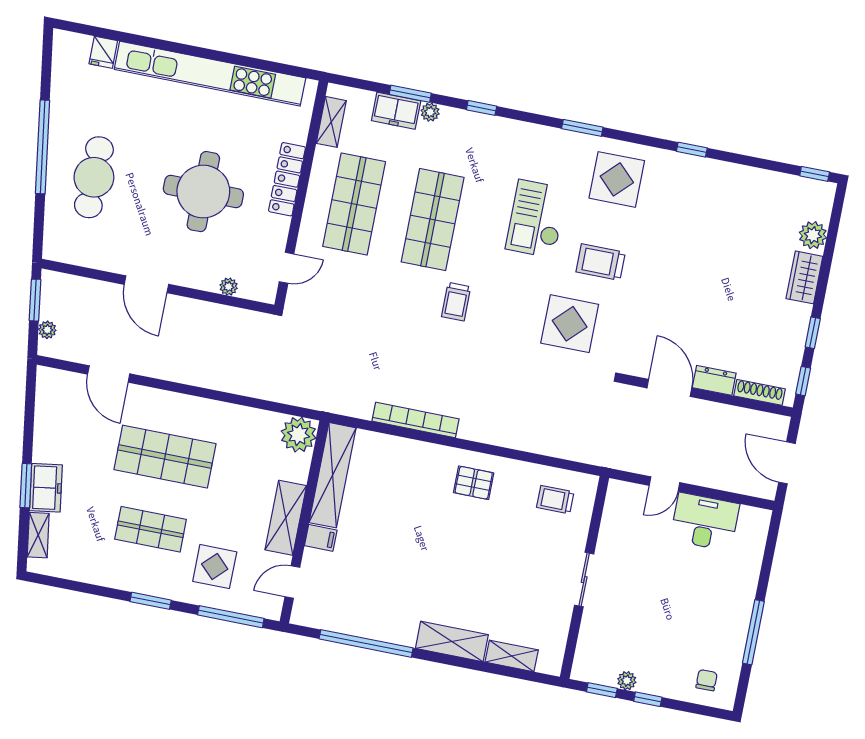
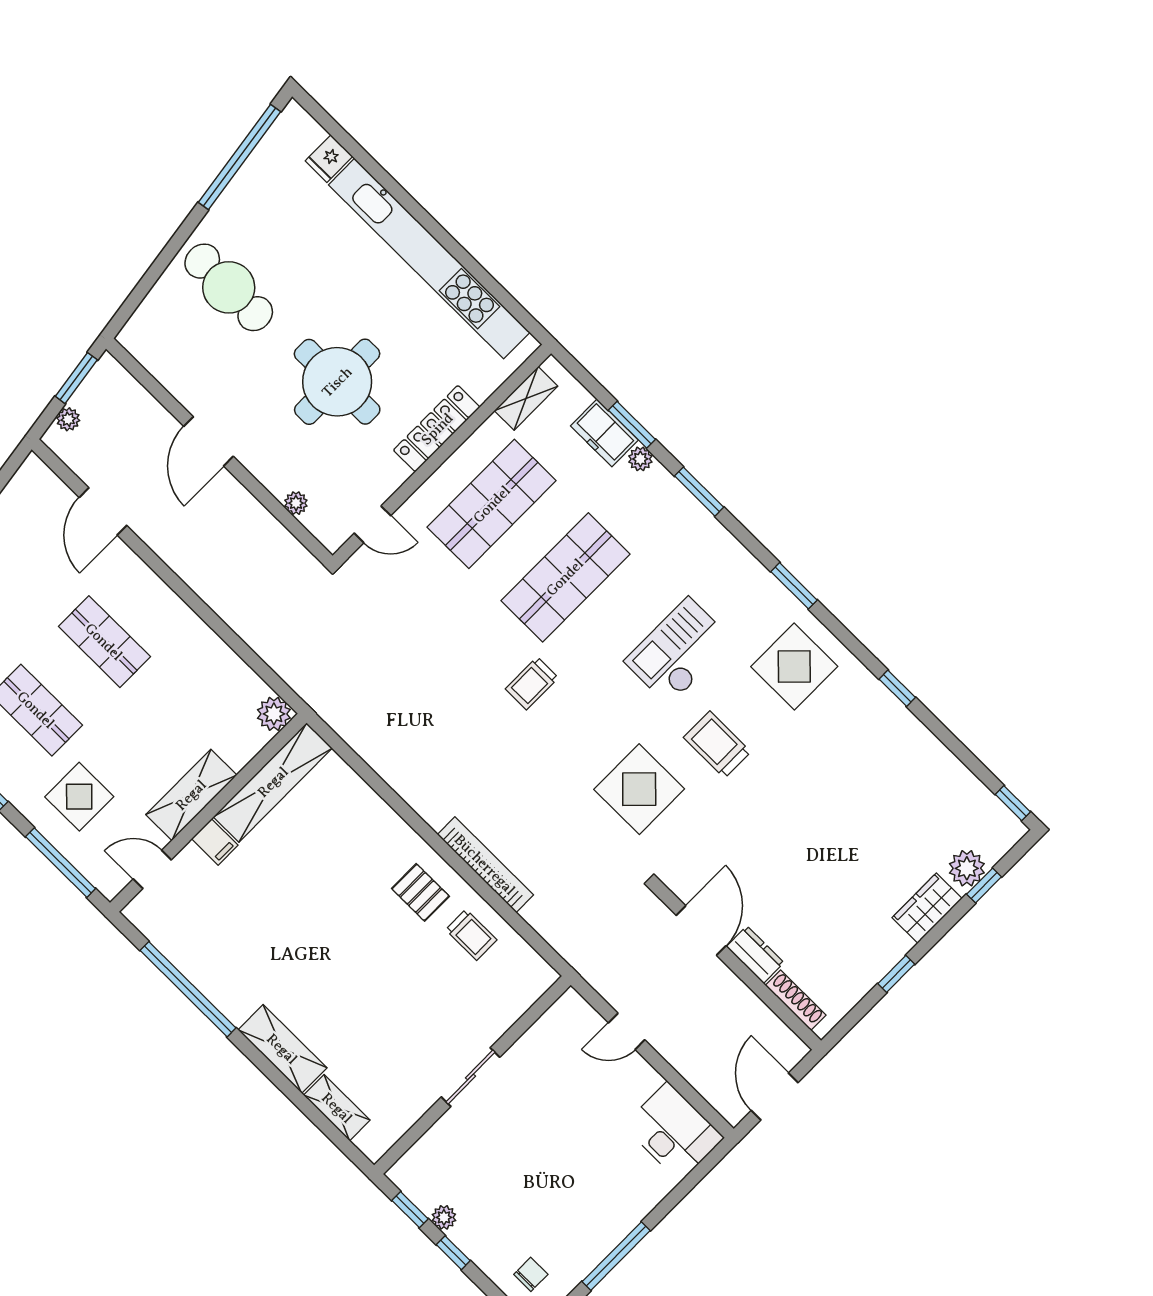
window: (482, 108) -> (699, 492), width x1.50
window: (43, 147) -> (240, 157), moved
cafe table: (94, 177) -> (229, 287), turned 90
window: (803, 381) -> (984, 886), moved
bookcase: (415, 420) -> (485, 865), moved
plant: (298, 435) -> (274, 714), width x0.73, depth x0.73
shop shelf: (165, 457) -> (104, 642), width x0.70, depth x0.74
trolley: (555, 500) -> (471, 935), moved, turned 180
desk: (705, 522) -> (674, 1132), moved

